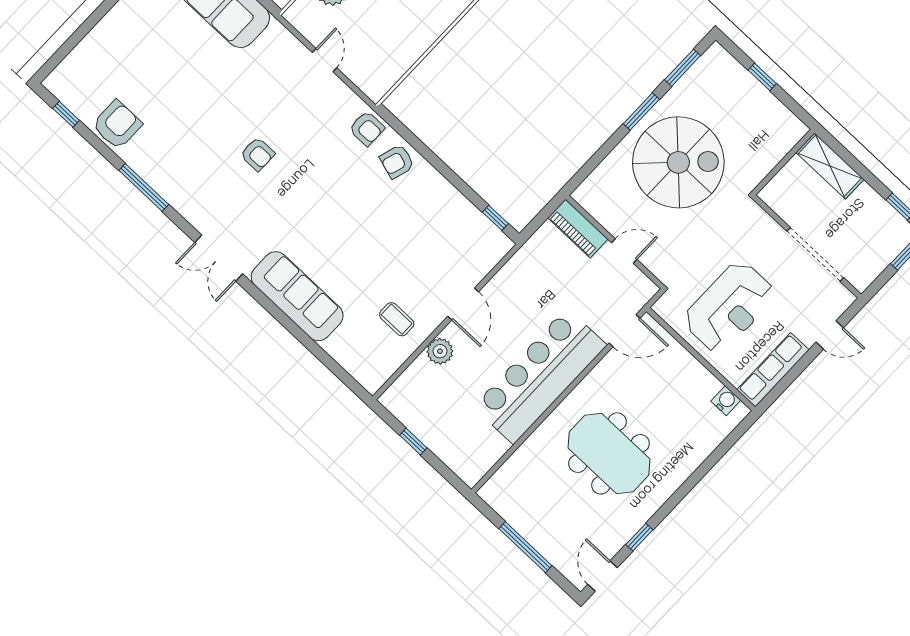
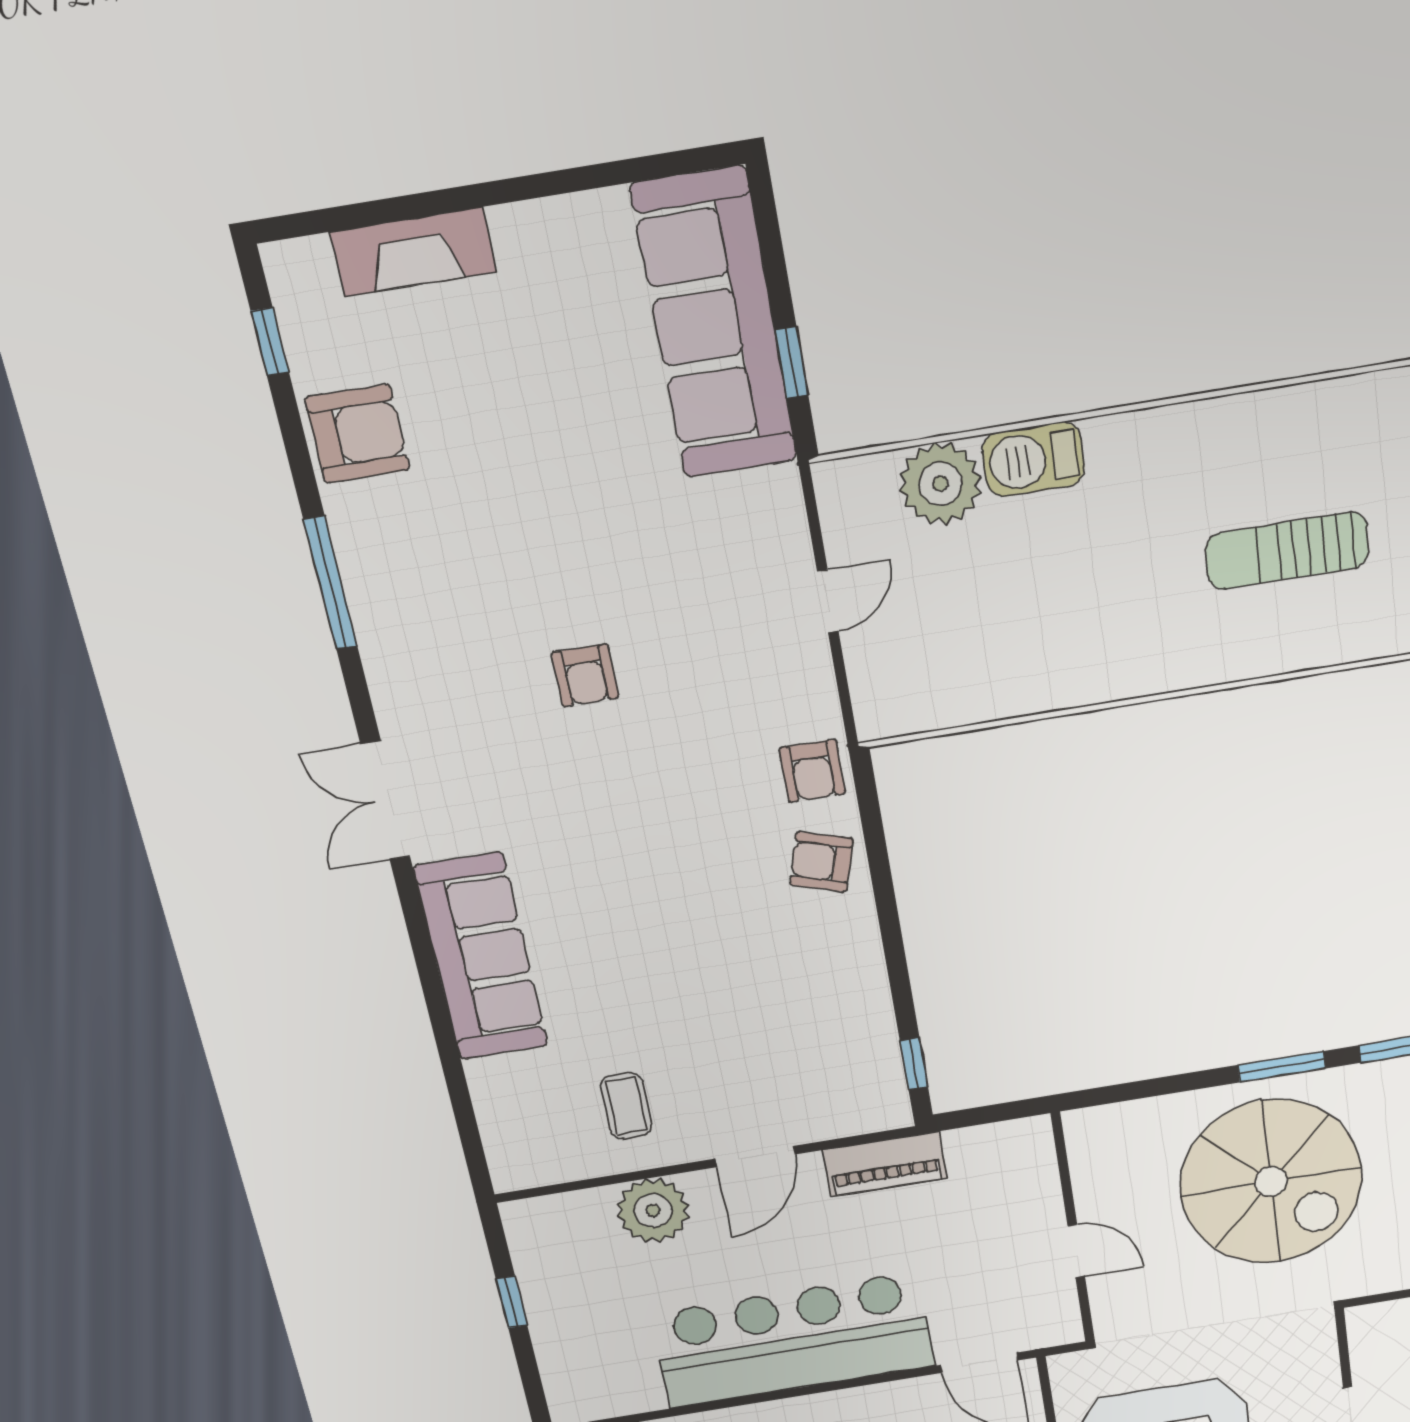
fireplace: (94, 46) -> (413, 252), added
piano: (578, 229) -> (885, 1164), moved, turned -90
plant: (440, 351) -> (653, 1211), width x1.36, depth x1.36

